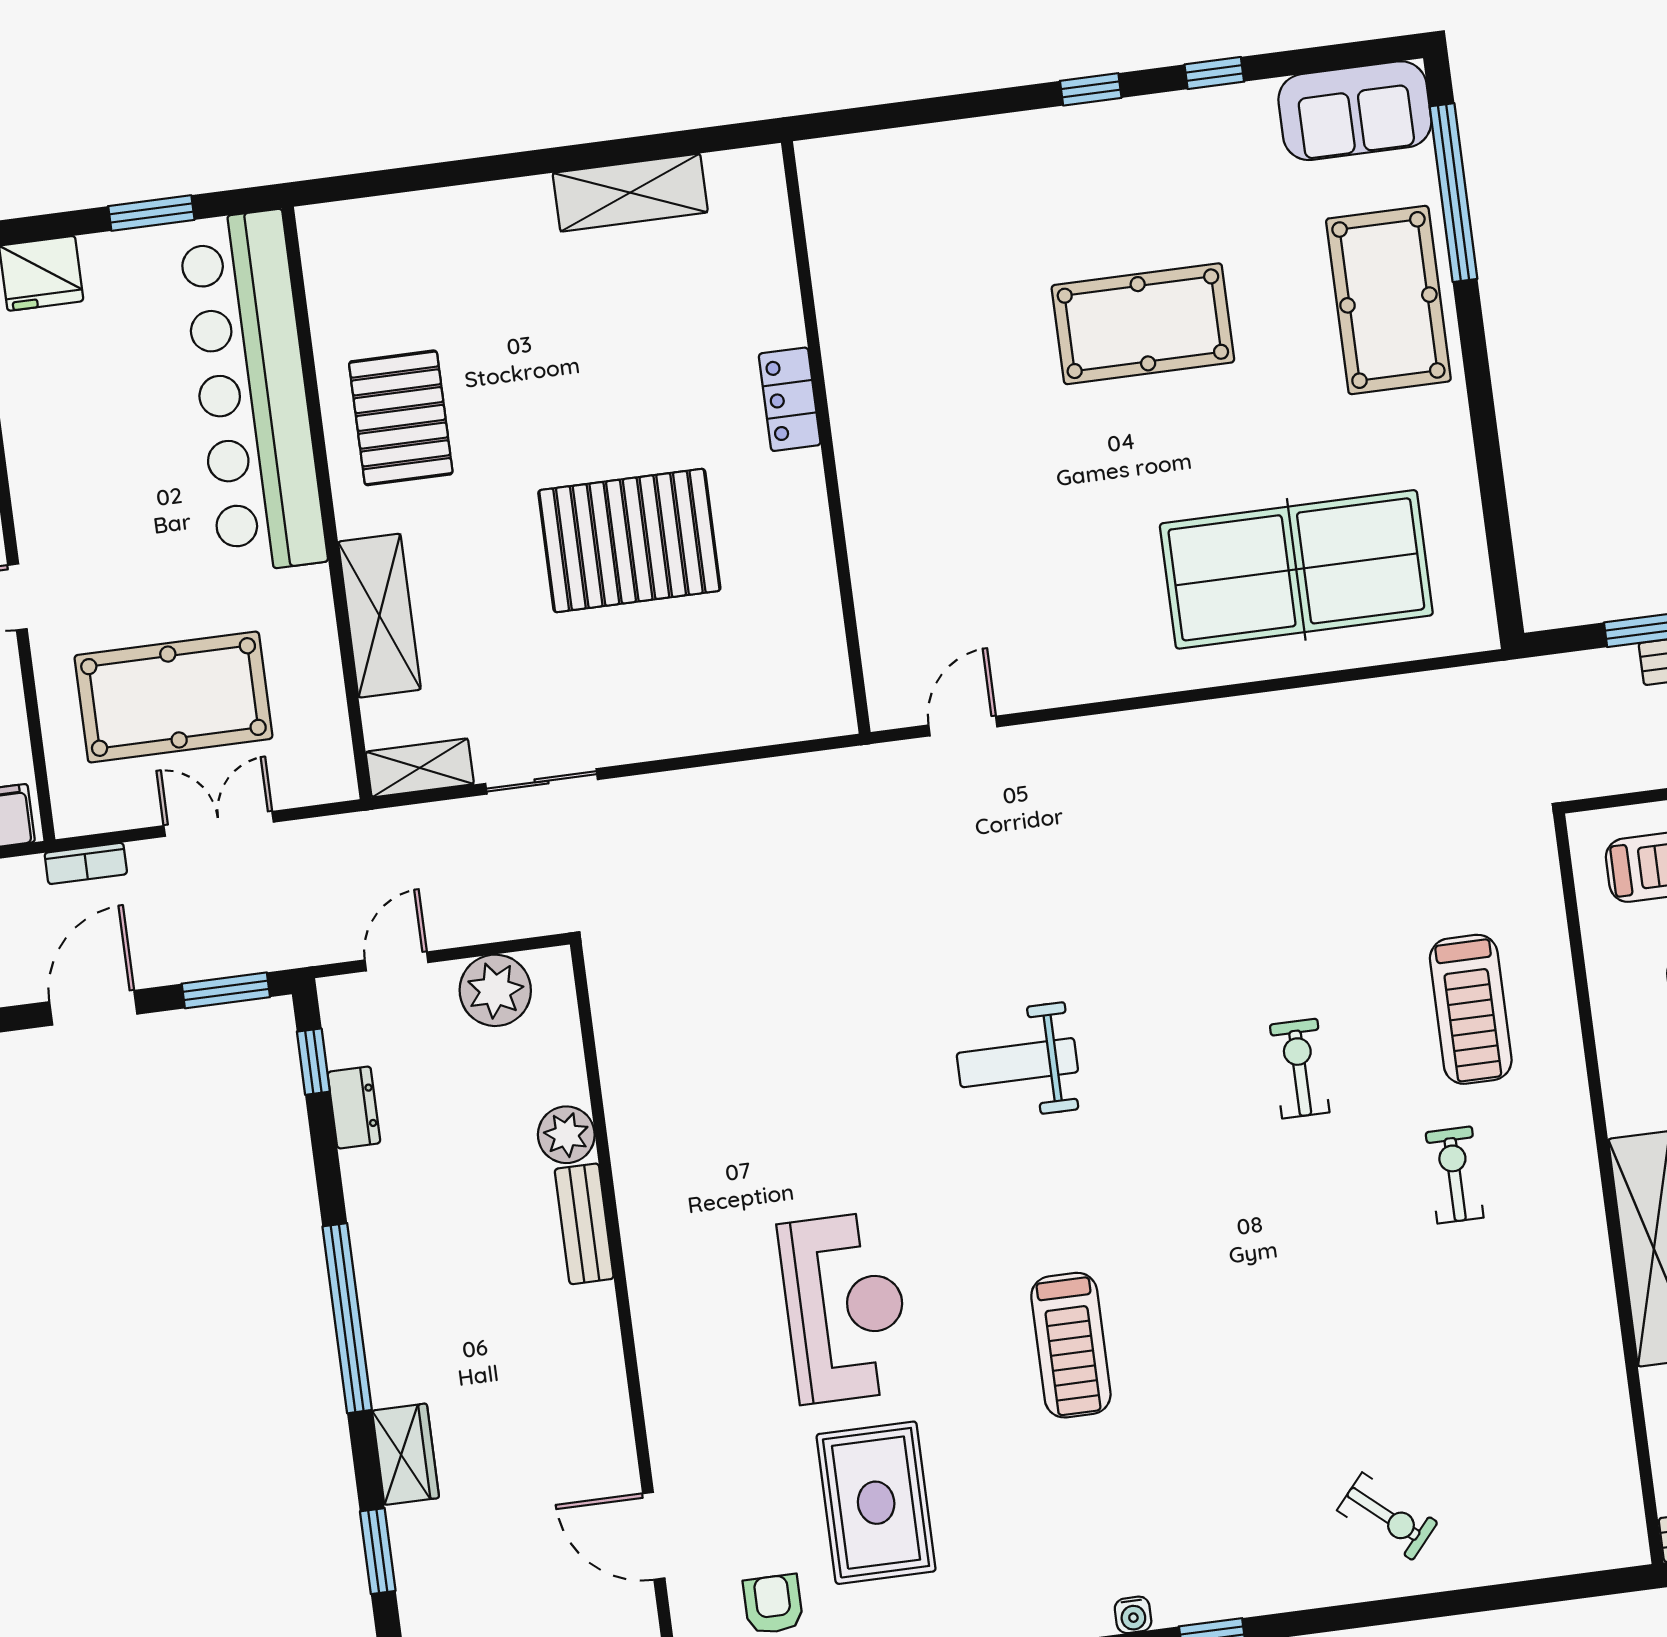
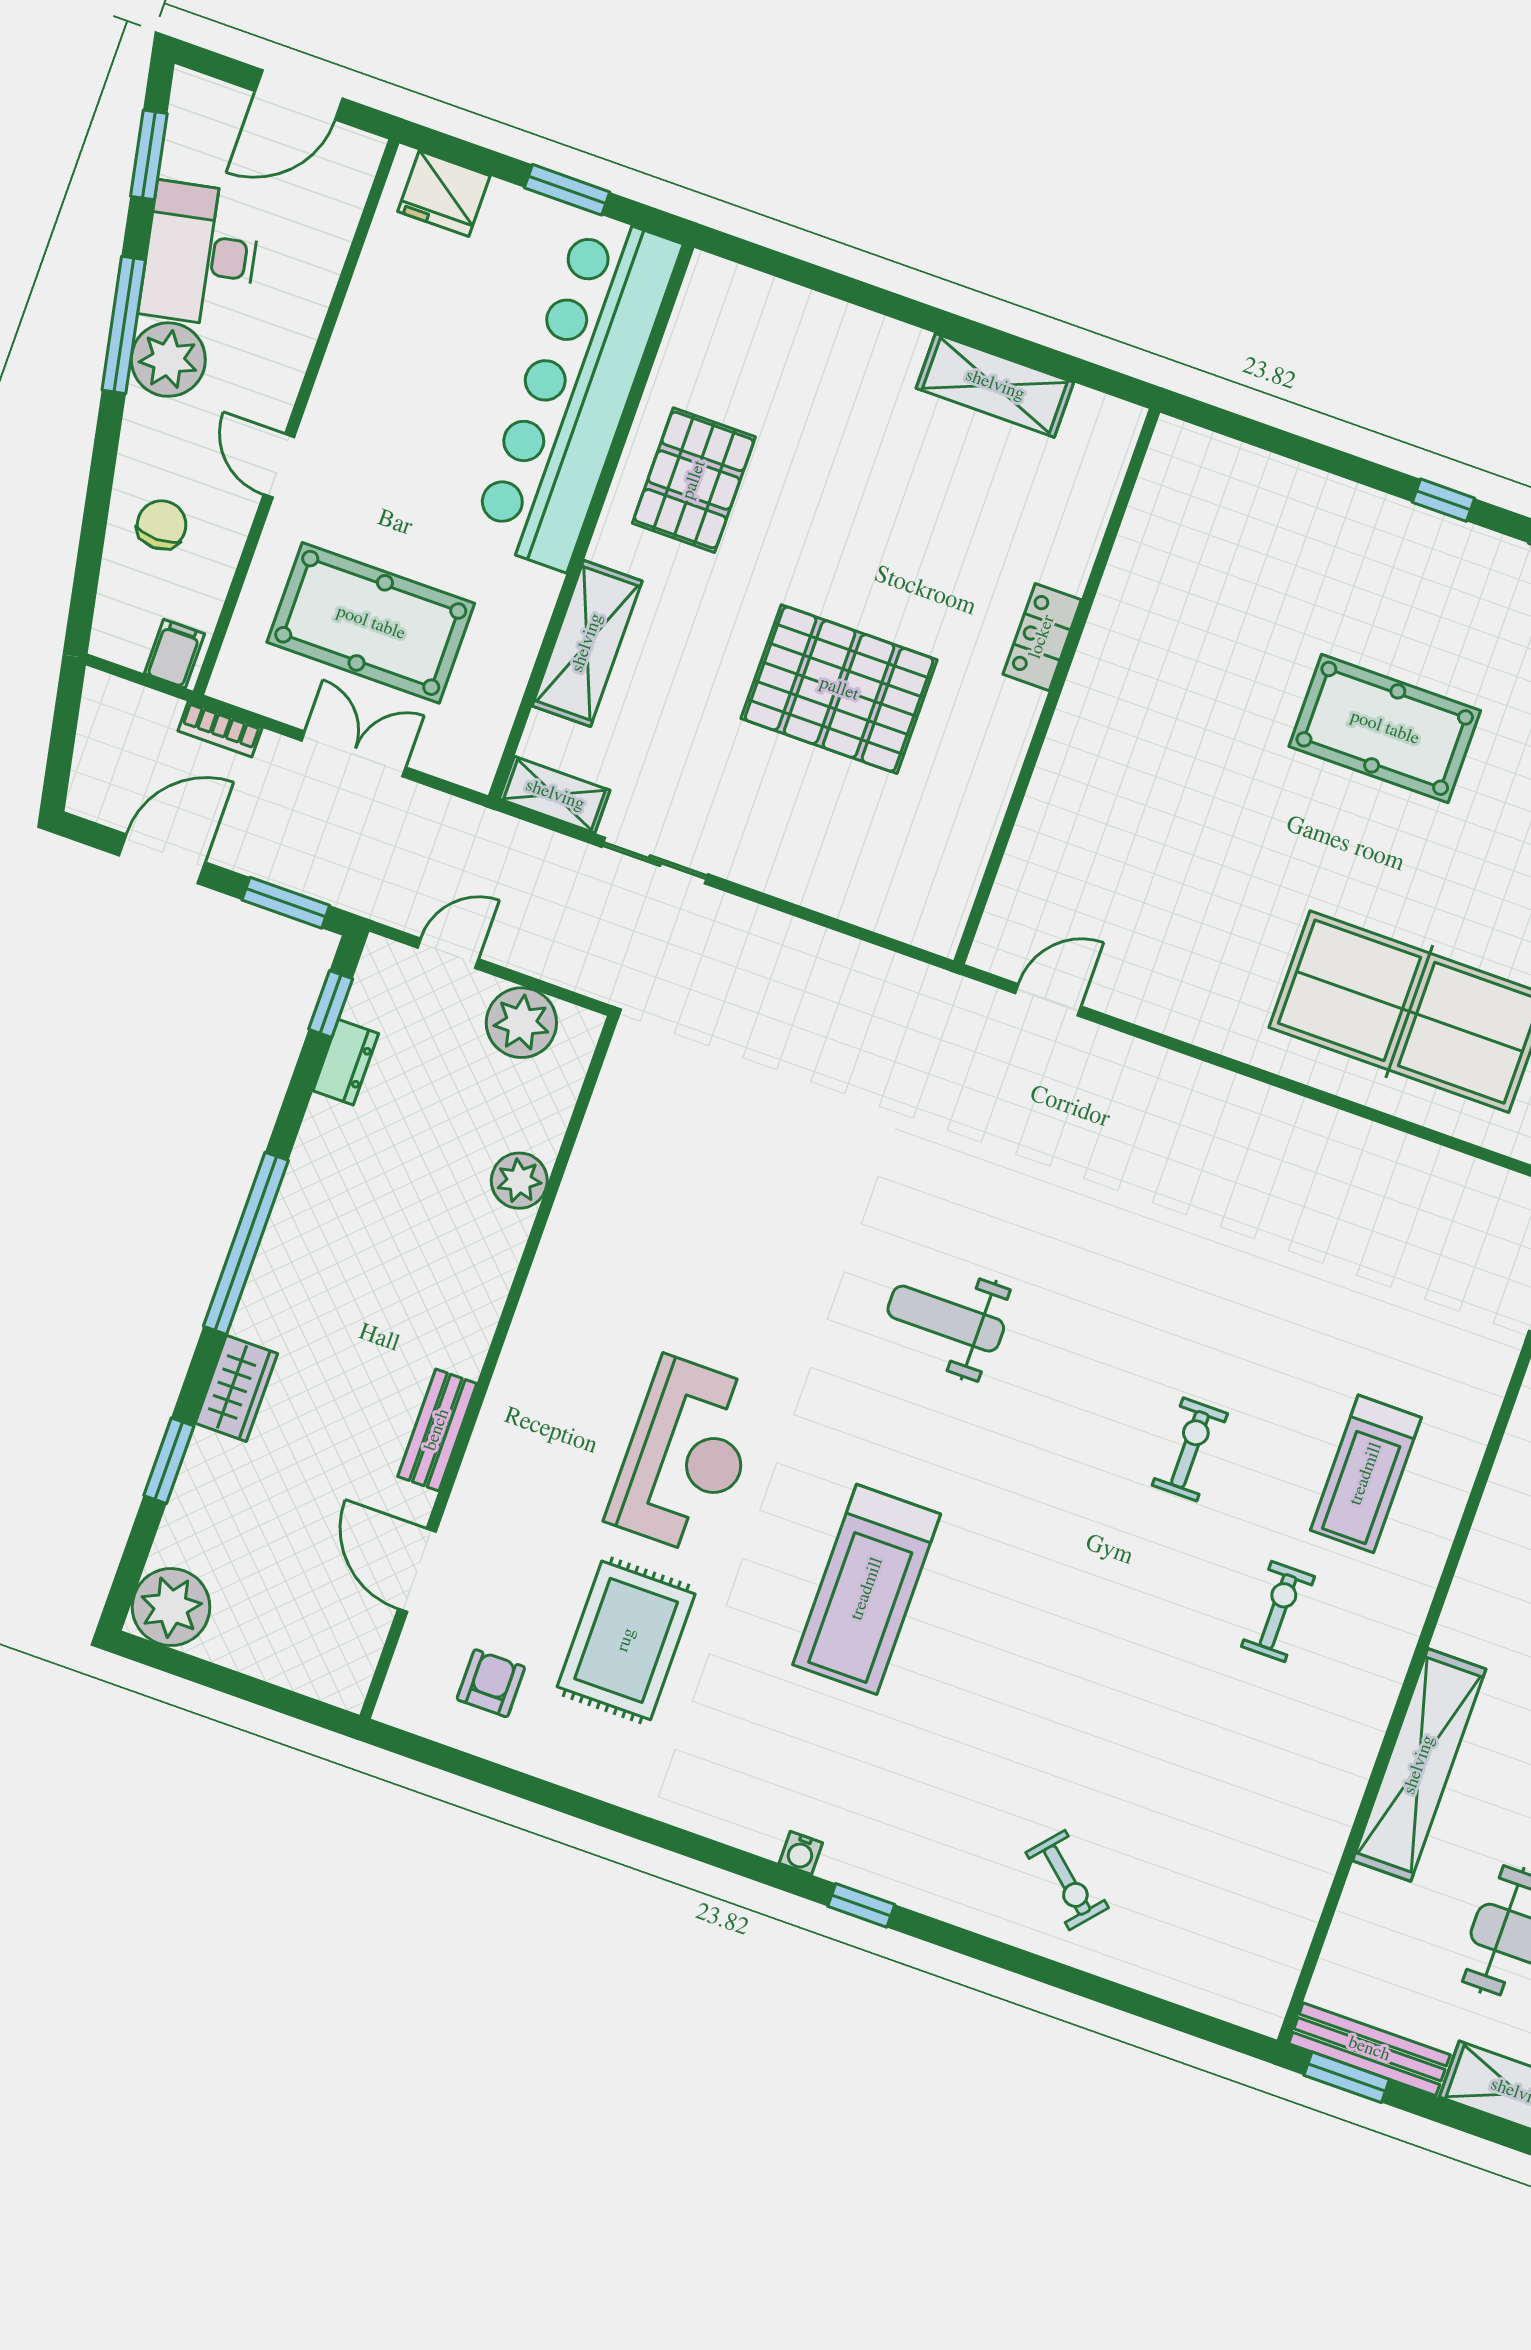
bench: (584, 1224) -> (437, 1430), moved
treadmill: (1071, 1345) -> (867, 1589), width x1.37, depth x1.38

